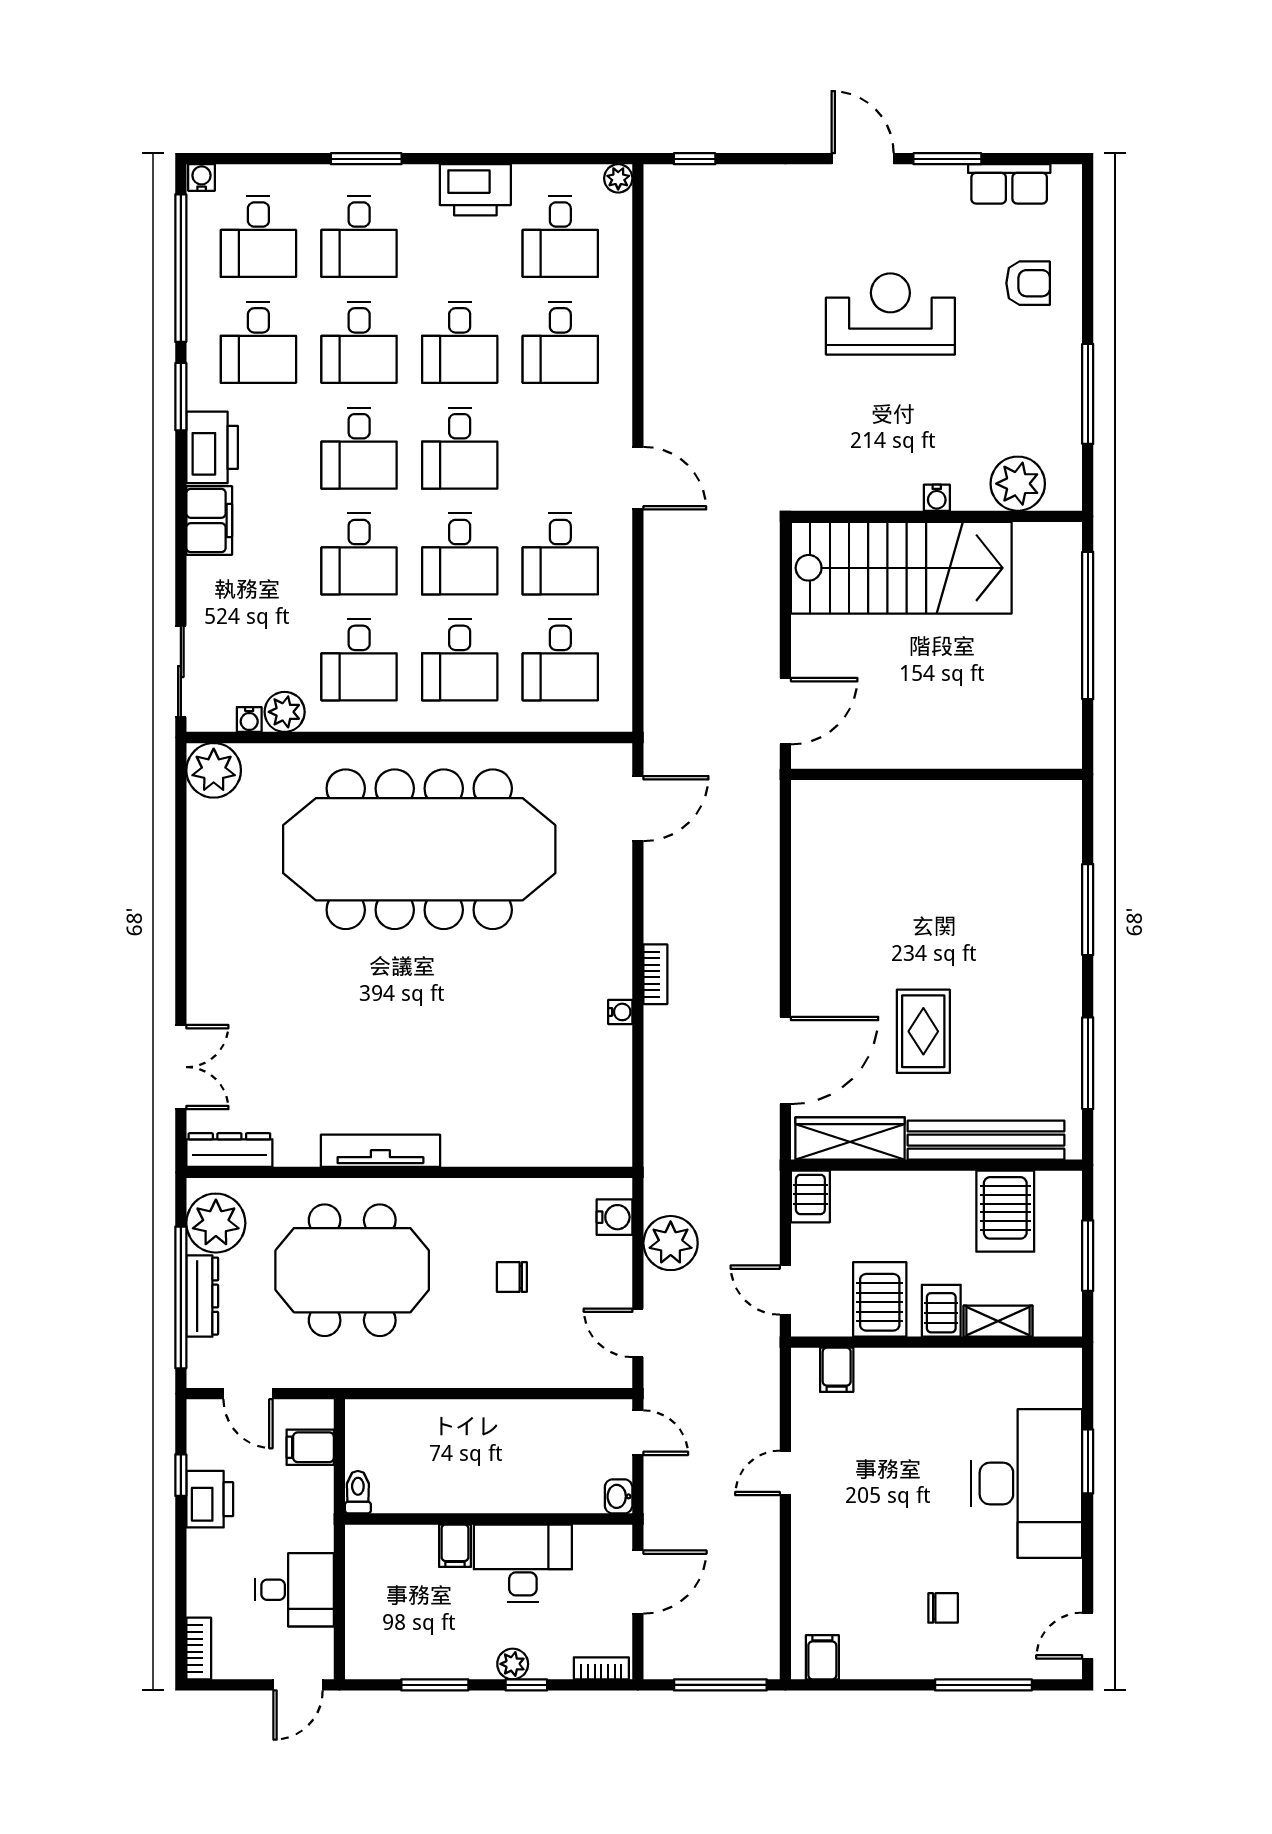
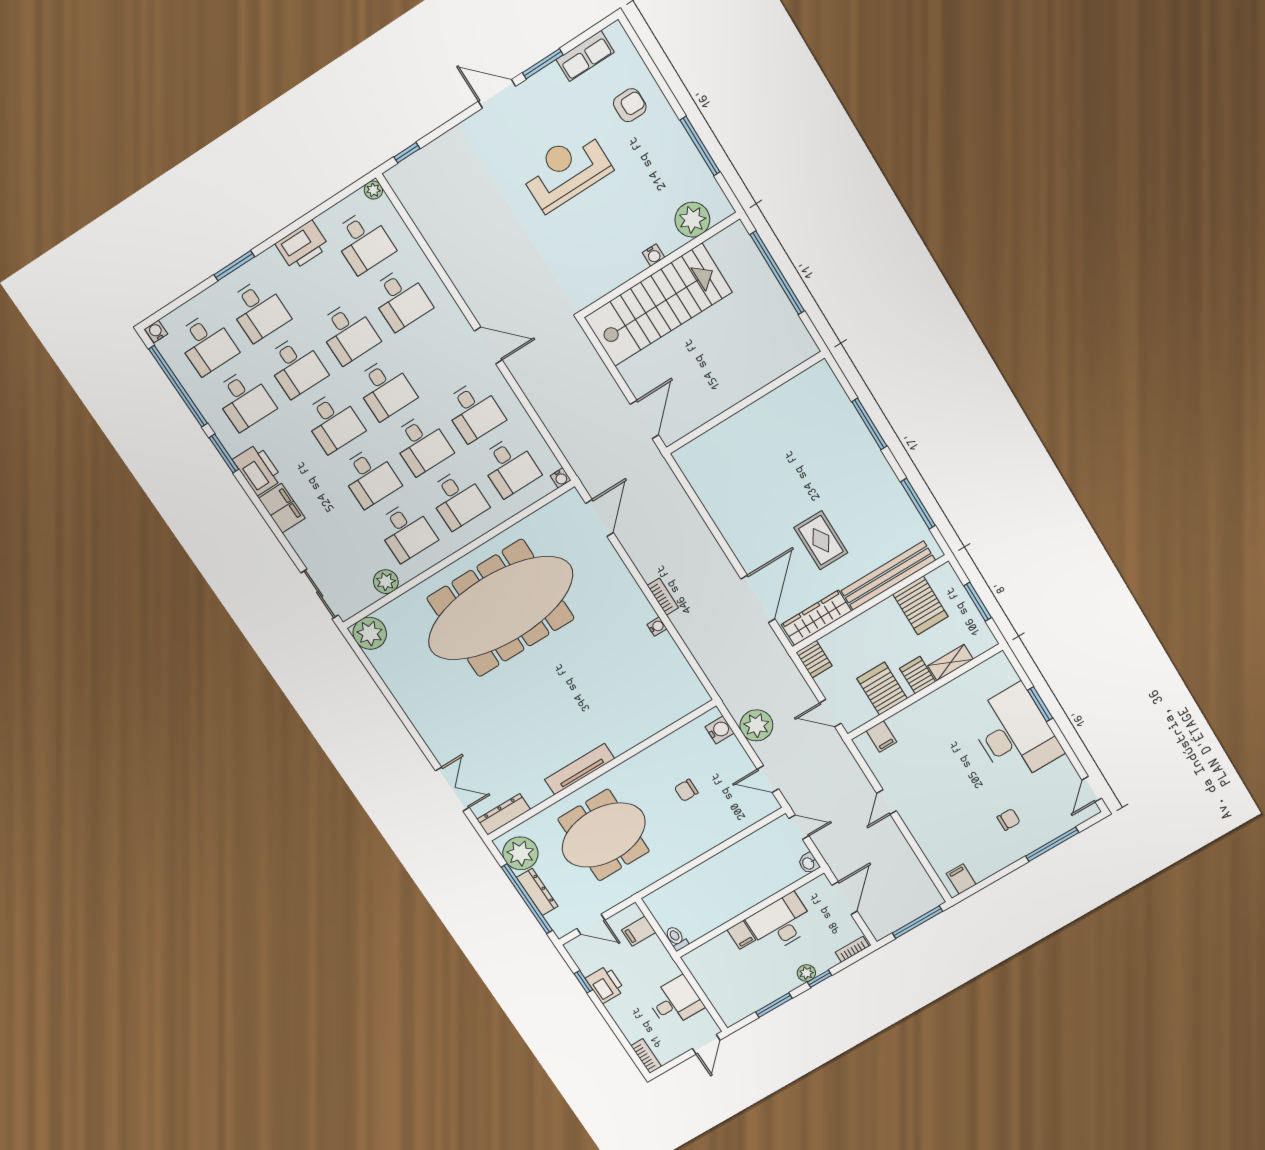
water cooler: (249, 720) -> (561, 478), moved

